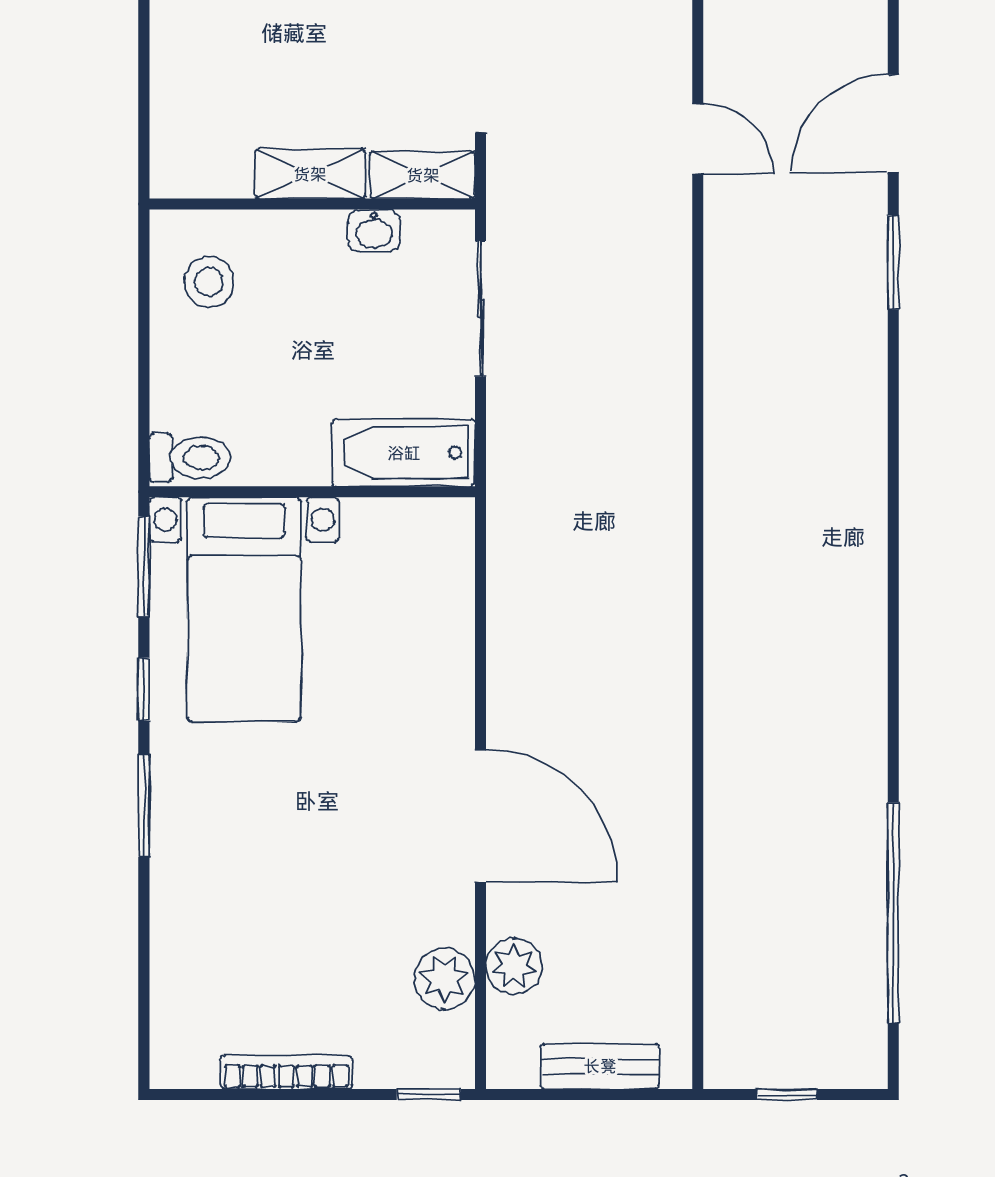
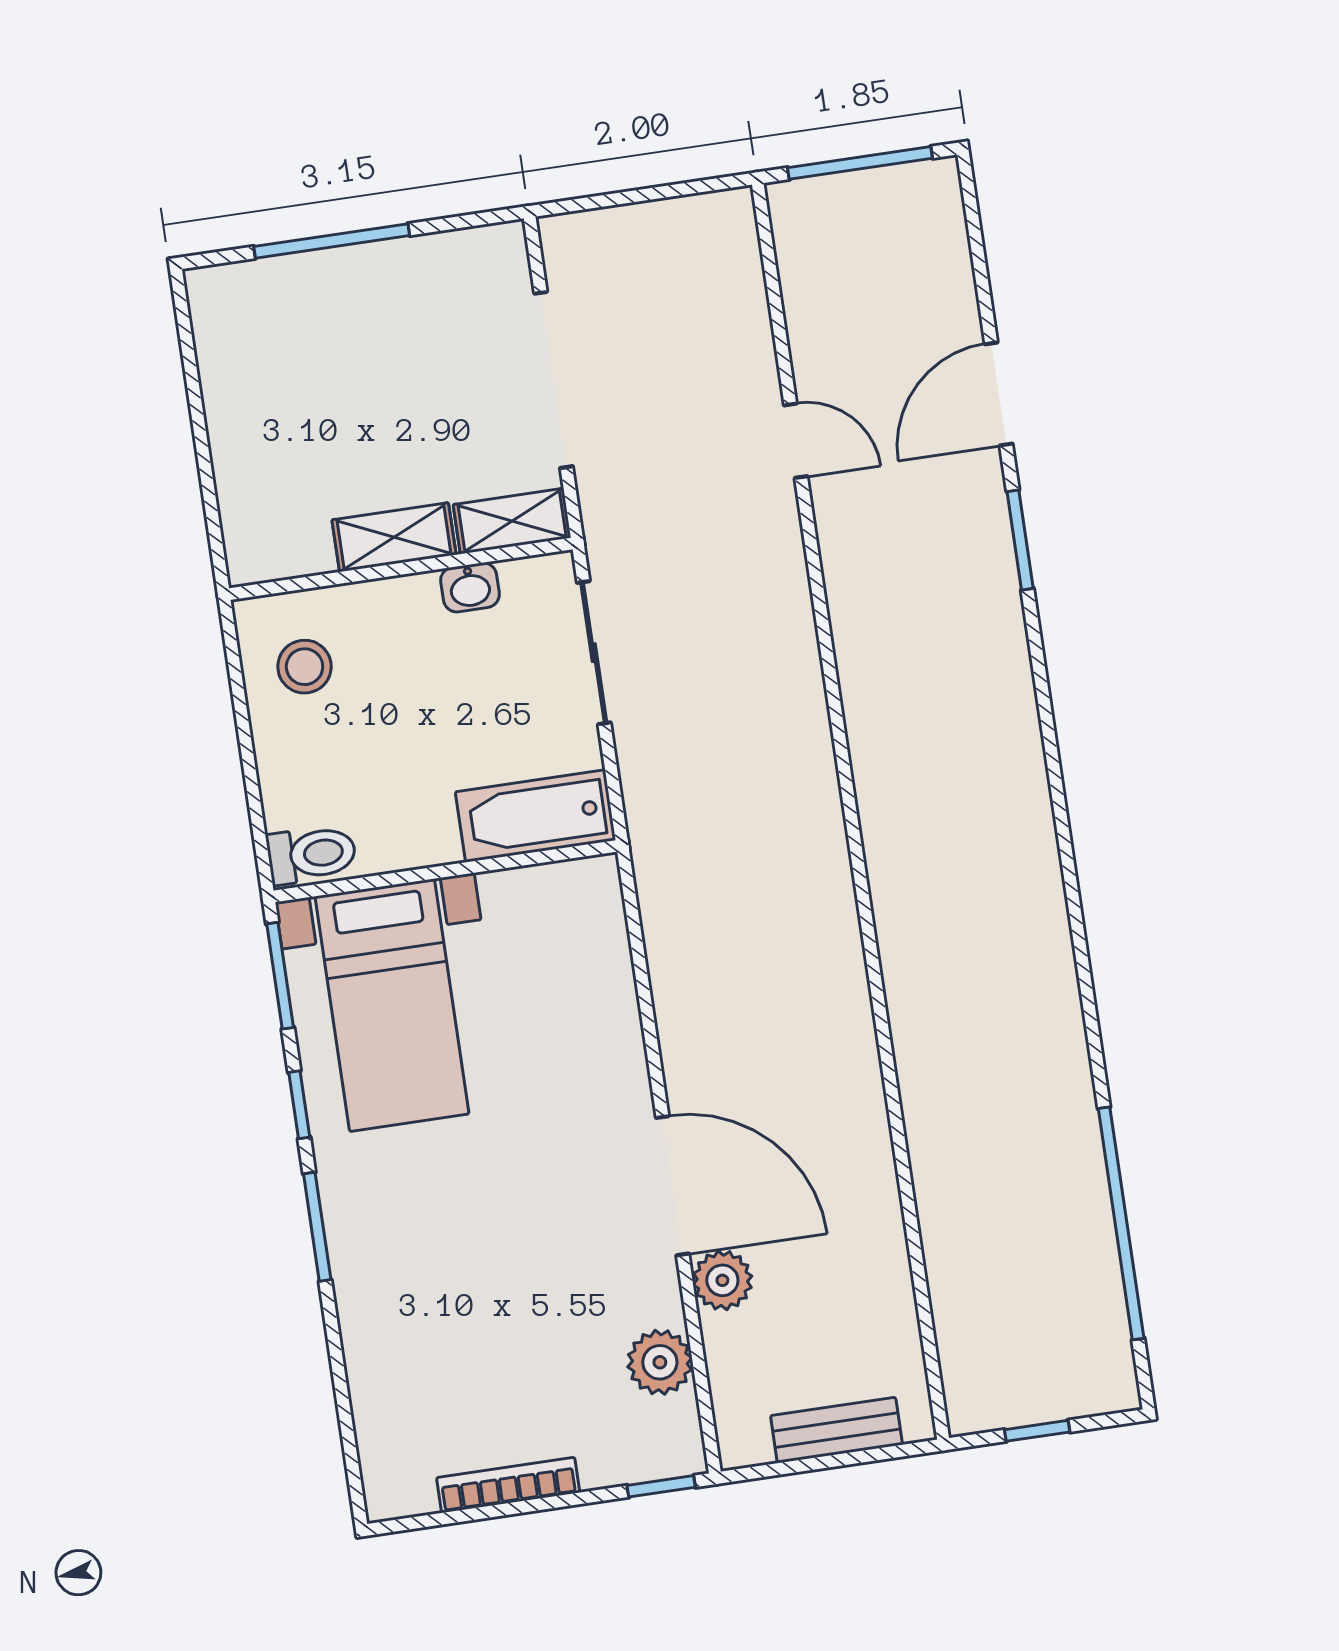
plant: (514, 966) -> (722, 1280), moved

